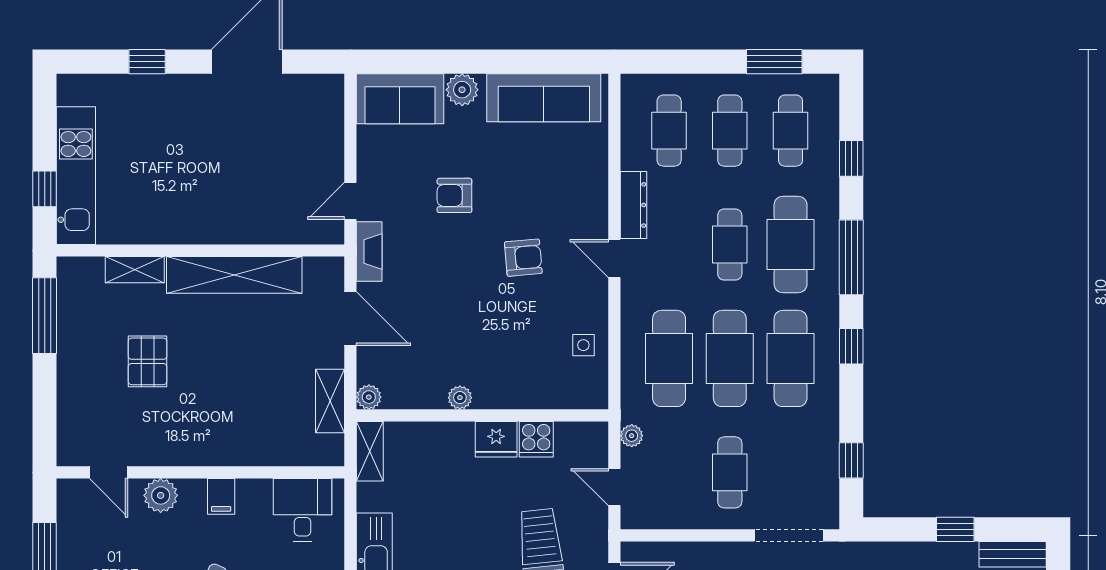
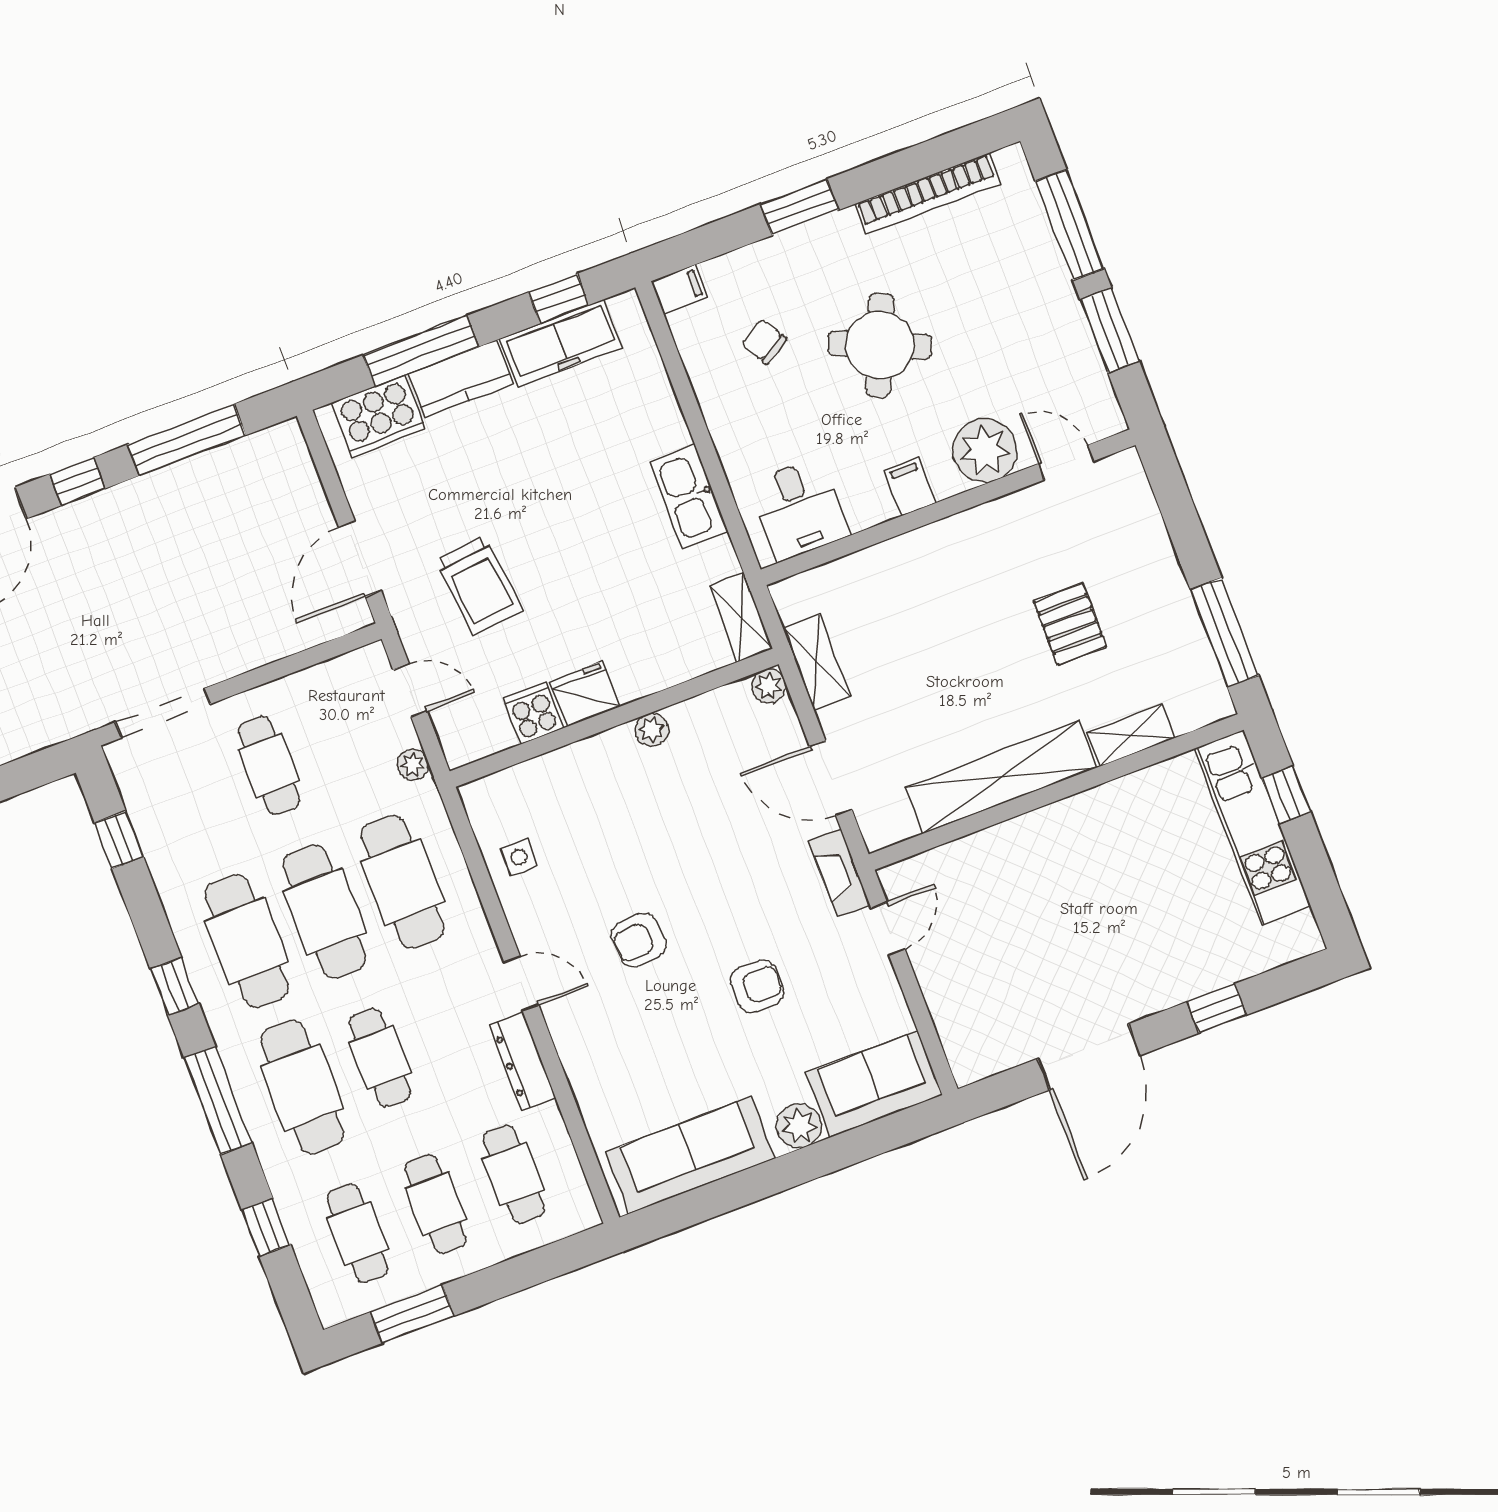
plant: (161, 495) -> (985, 450), width x1.36, depth x1.36

